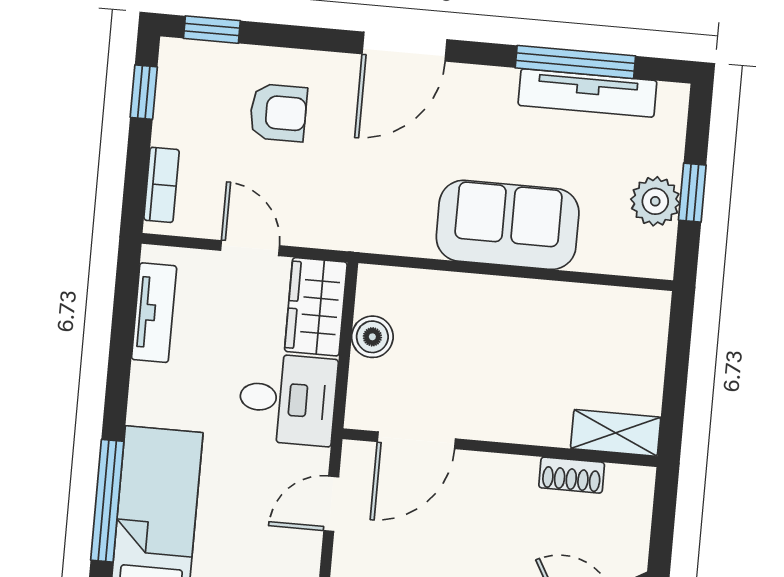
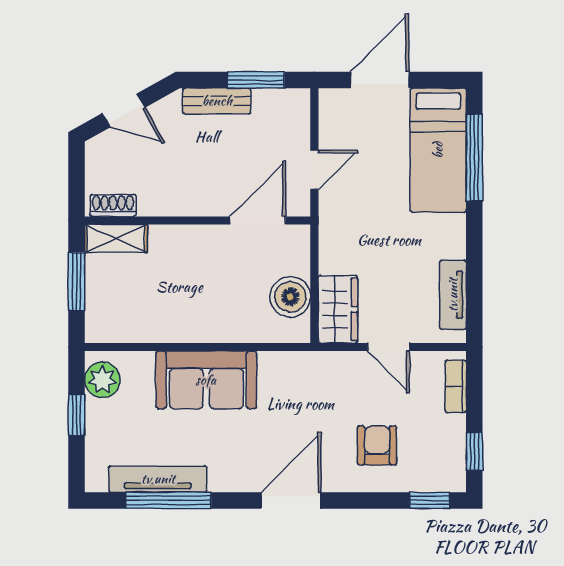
armchair: (278, 113) -> (377, 445), turned 90
plant: (655, 201) -> (102, 380), moved
boiler: (372, 337) -> (290, 297), width x1.36, depth x1.36
window: (676, 378) -> (77, 281), added
desk: (288, 399) -> (352, 241), removed
shoe rack: (572, 475) -> (113, 205), moved

